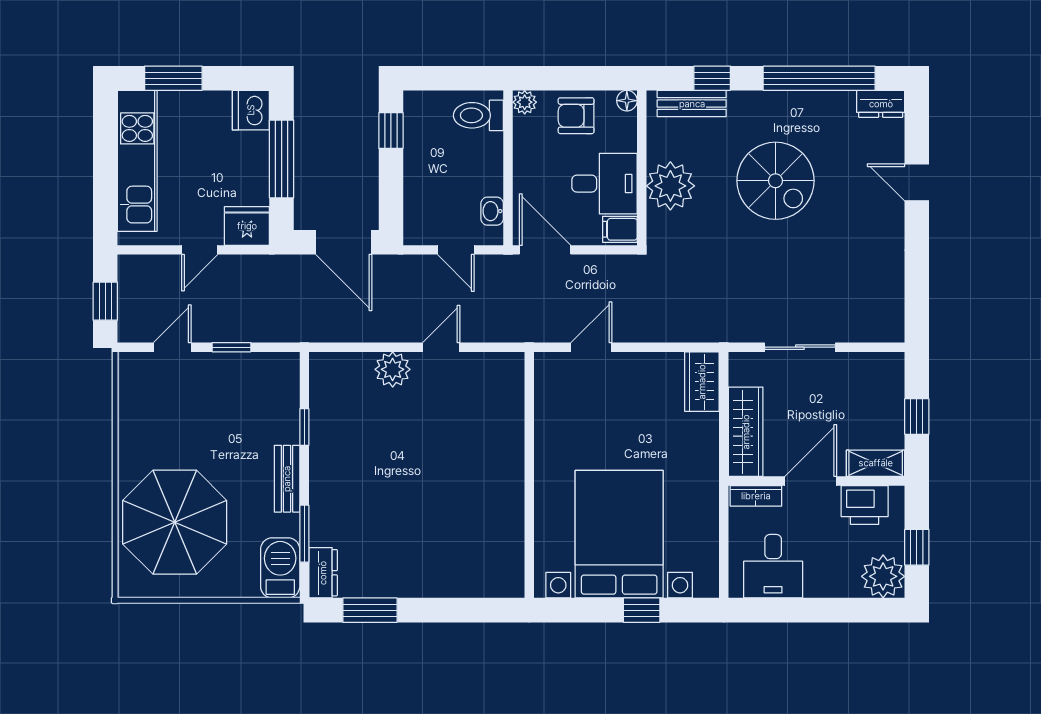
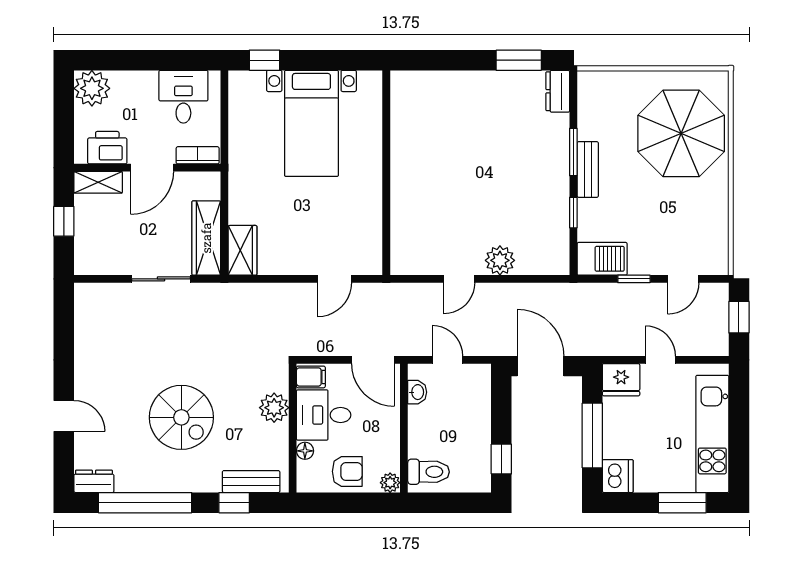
floor lamp: (627, 101) -> (305, 451), moved
spiral stairs: (776, 181) -> (181, 417), turned 180
plant: (670, 186) -> (274, 408), width x0.73, depth x0.73
door: (200, 250) -> (660, 360), hinge flipped
wardrobe: (746, 432) -> (206, 238), moved
window: (304, 534) -> (573, 152), moved
bed with nightstands: (619, 534) -> (311, 123), width x0.73
window: (917, 547) -> (64, 113), removed
barbecue: (280, 568) -> (602, 259), moved, turned -90
window: (642, 610) -> (264, 60), moved

